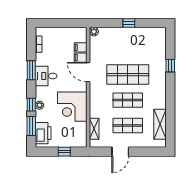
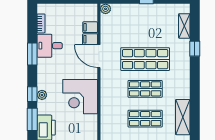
desk: (46, 76) -> (50, 46), moved
shelving: (94, 129) -> (184, 26), moved

